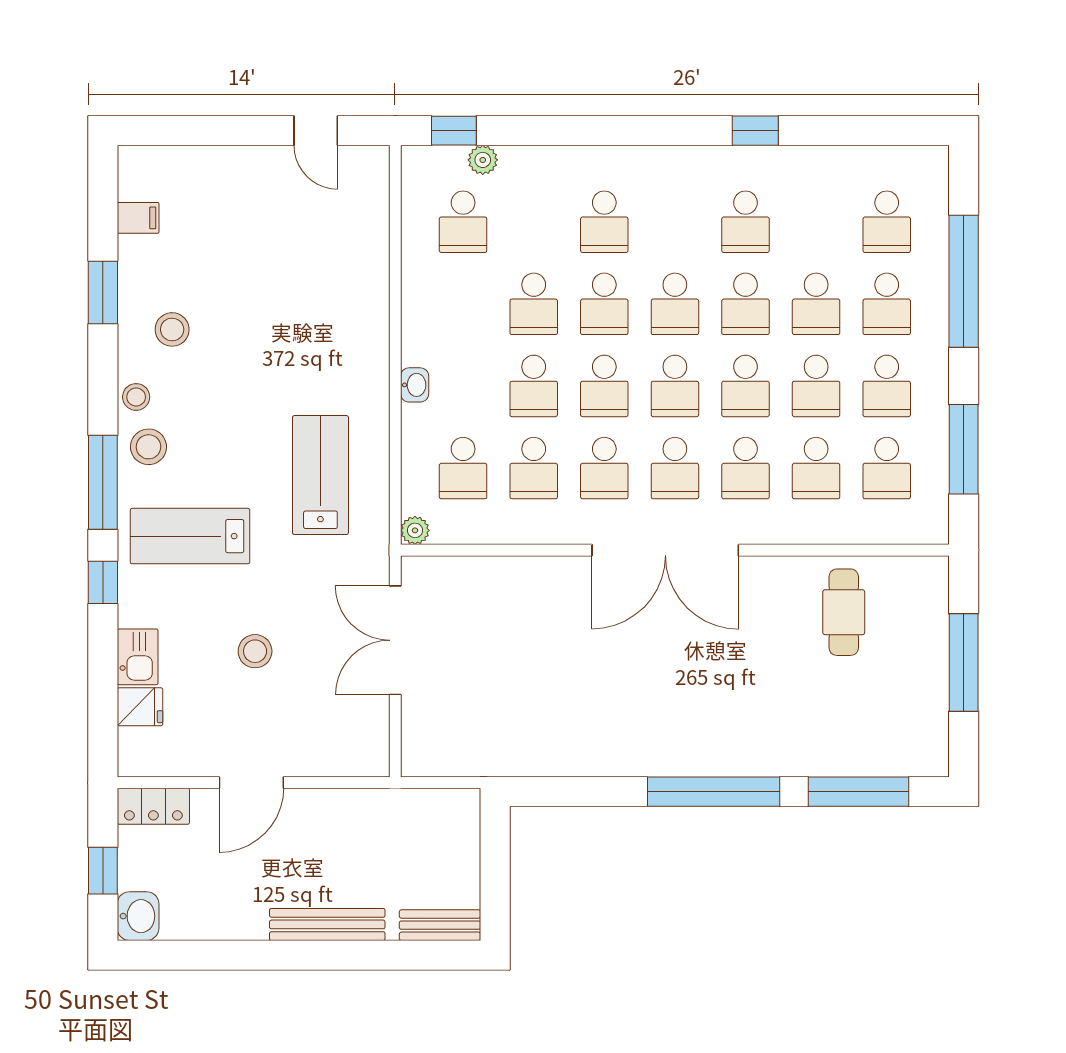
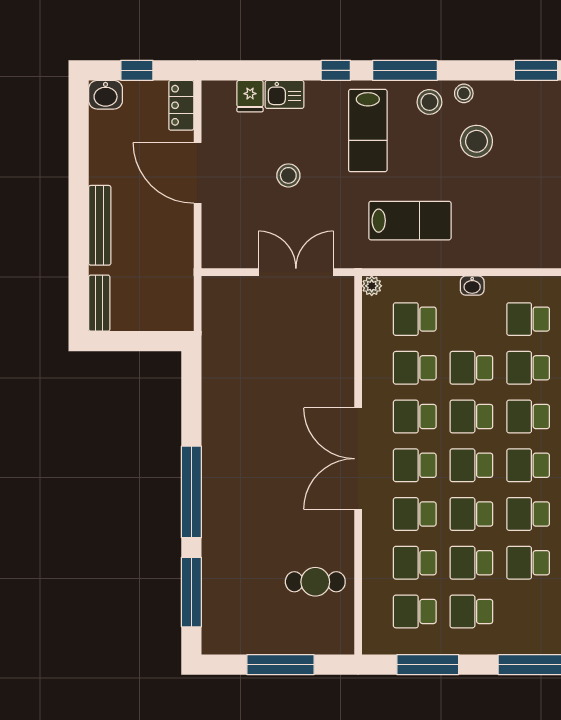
school desk: (887, 304) -> (528, 319), moved
stool: (172, 329) -> (476, 141), moved, width x1.38, depth x1.38
lab bench: (190, 536) -> (368, 131), turned 180
door: (251, 783) -> (198, 173), width x1.36

